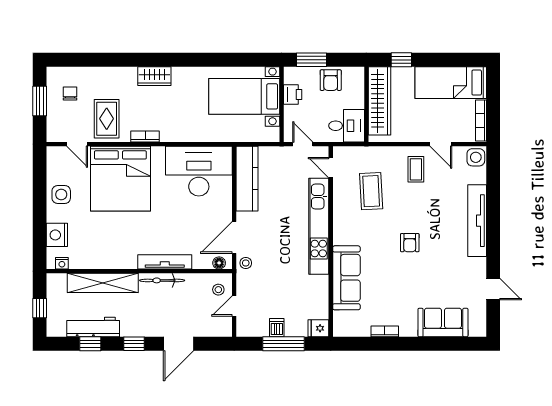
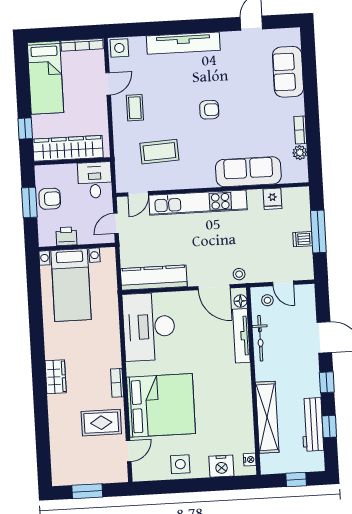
window: (311, 60) -> (29, 203), moved
chair: (70, 93) -> (78, 461), removed
coffee table: (416, 169) -> (135, 108), turned 90
tv unit: (165, 262) -> (241, 336), moved
bicycle: (162, 280) -> (260, 338), moved
fridge: (318, 328) -> (272, 199), moved
plant: (362, 330) -> (300, 153), added

